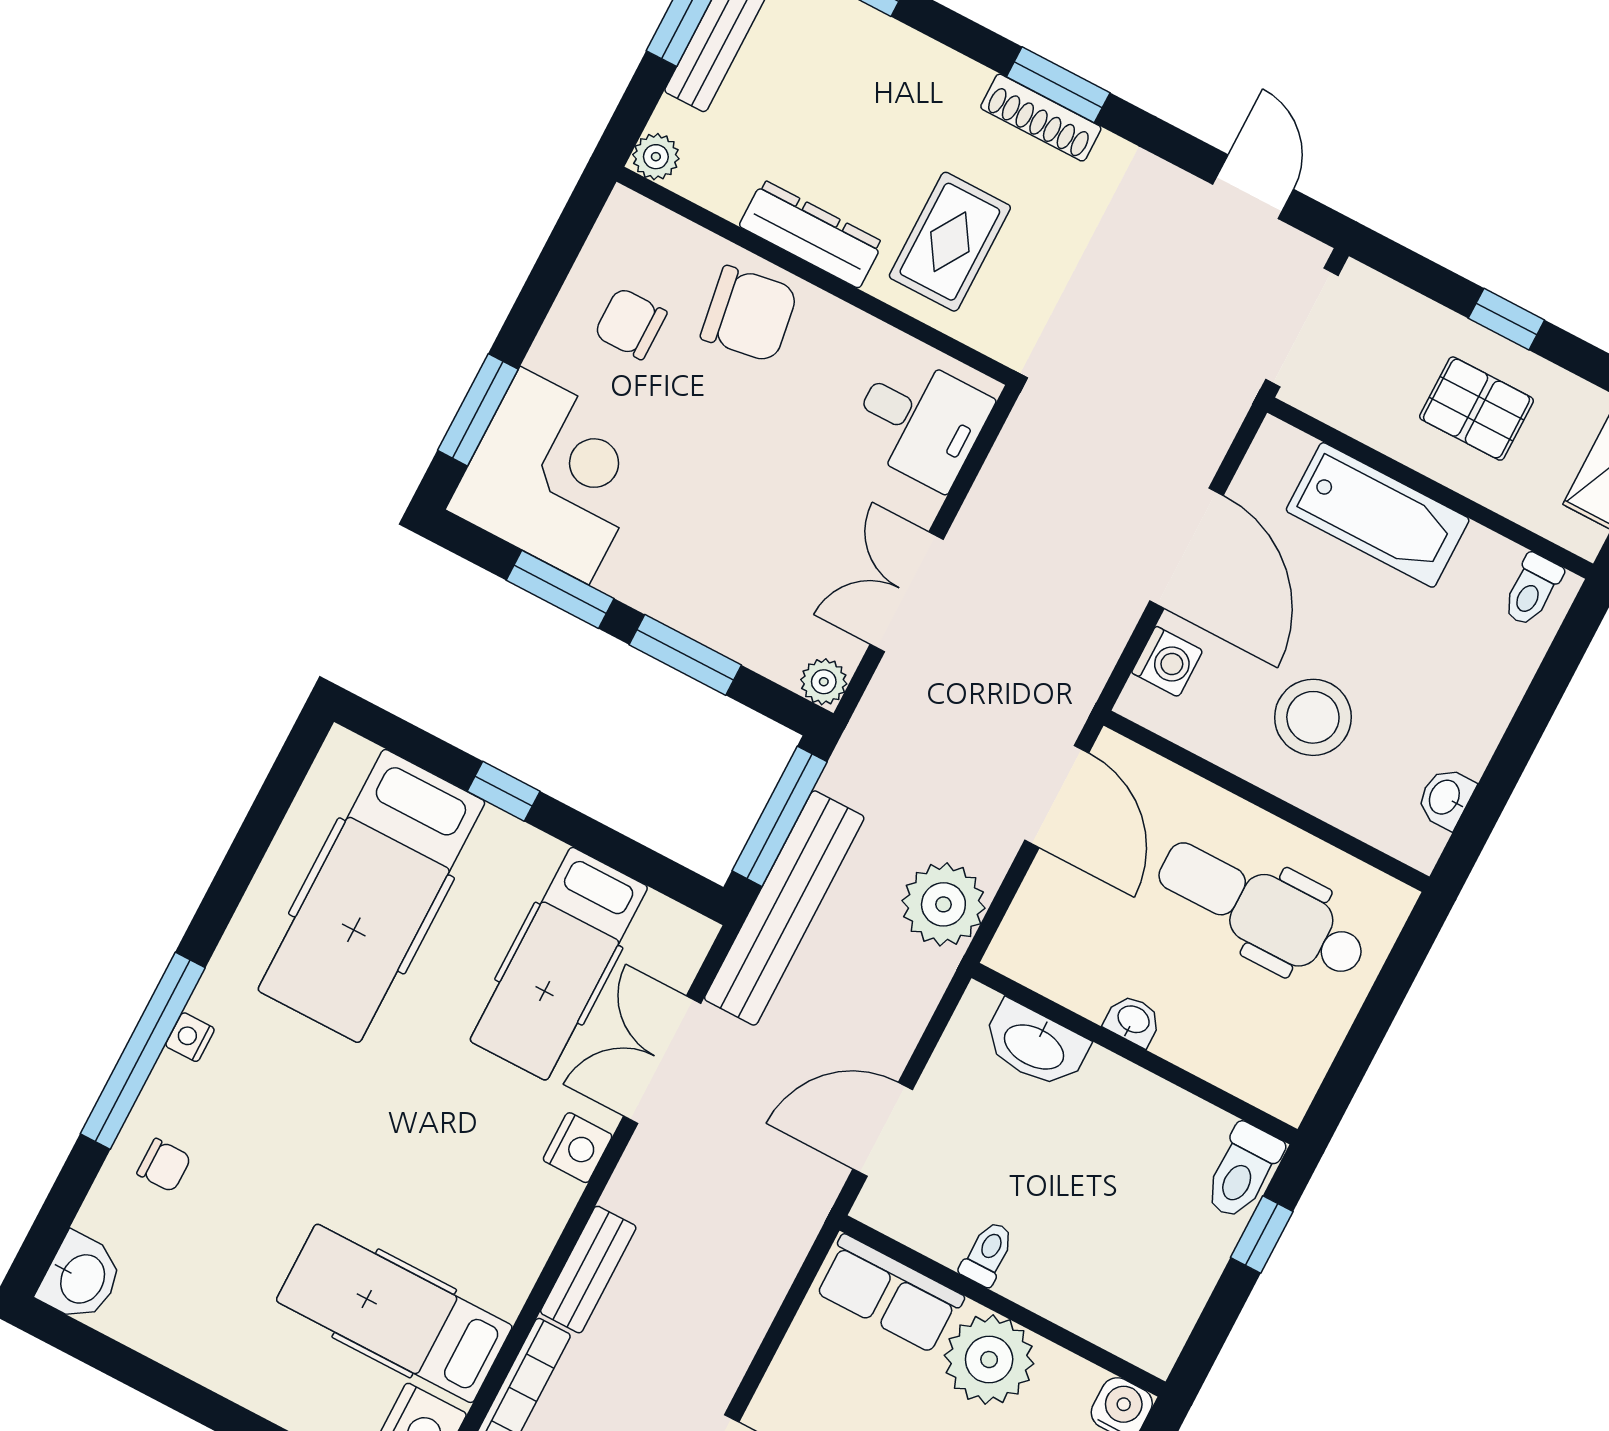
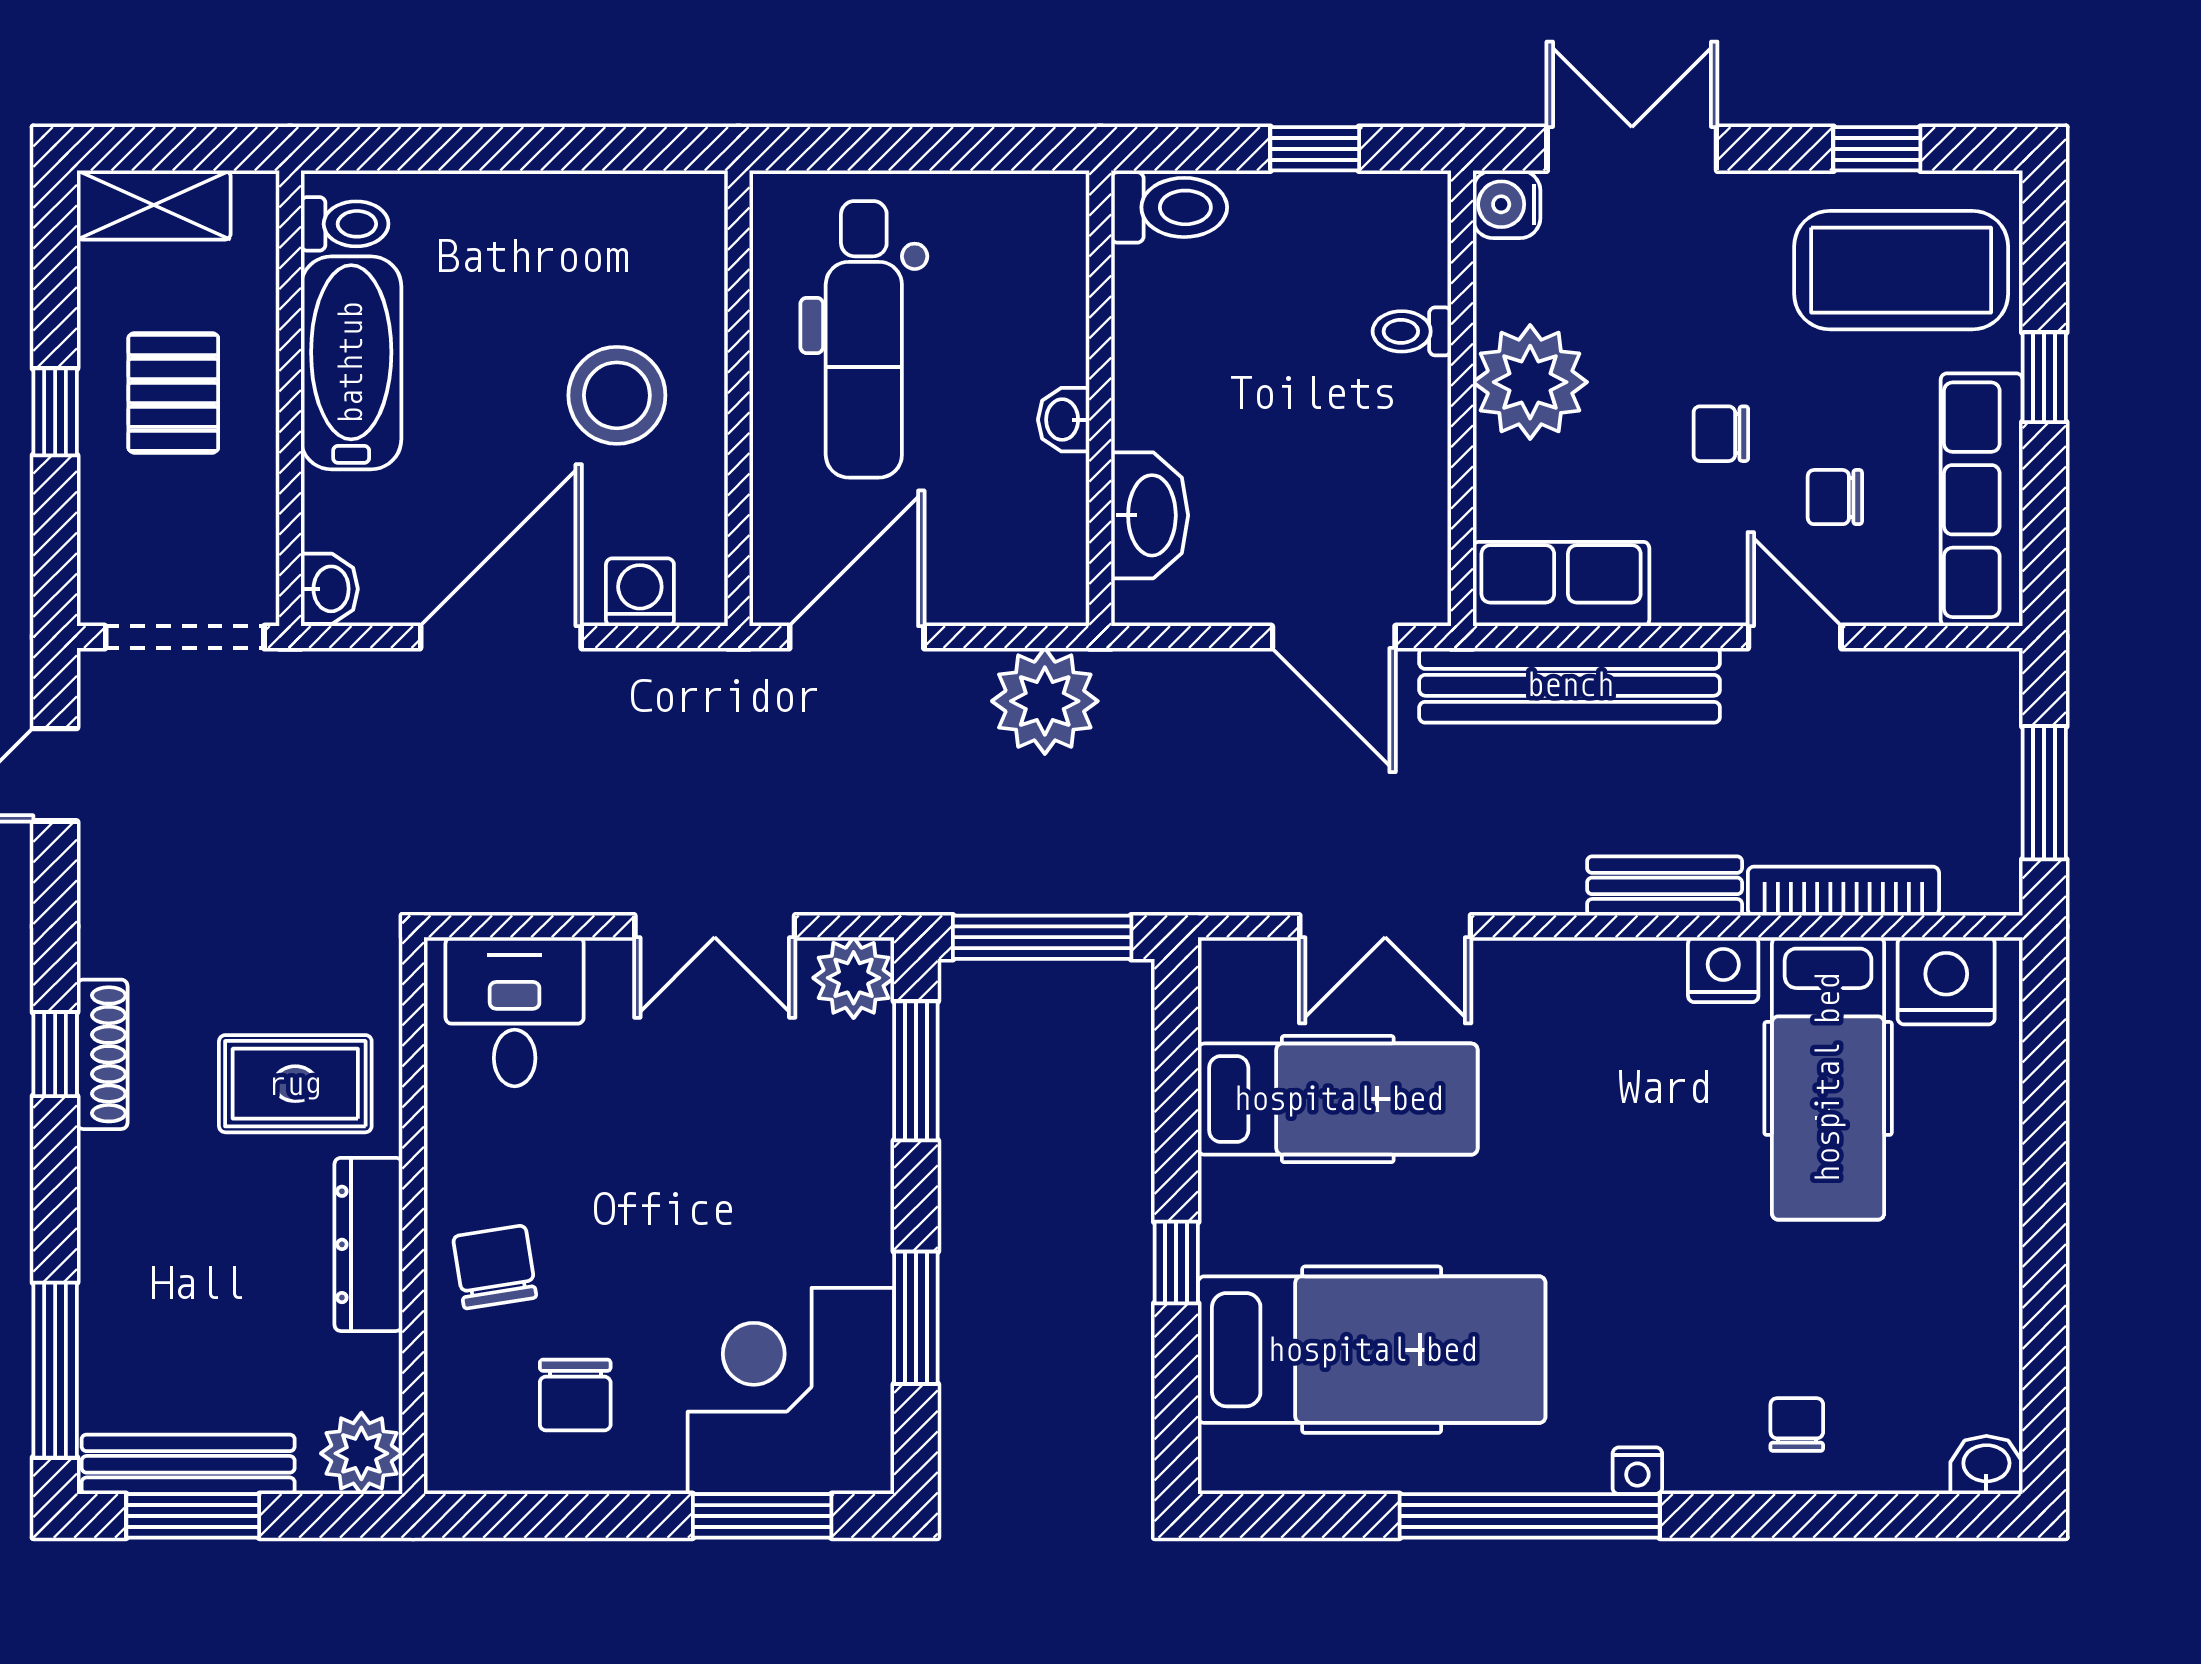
window: (1058, 85) -> (55, 1054), width x0.67
plant: (656, 157) -> (361, 1453), width x1.38, depth x1.38
chair: (749, 314) -> (495, 1267), width x0.73, depth x0.73
bathtub: (1378, 515) -> (351, 363), moved
window: (685, 655) -> (916, 1071), moved
plant: (824, 682) -> (854, 978), width x1.38, depth x1.38
washbasin: (1446, 798) -> (329, 589), moved, turned -90
bench: (784, 908) -> (1570, 685), moved
window: (143, 1051) -> (1530, 1516), moved
nightstand: (578, 1148) -> (1723, 970), moved
window: (1262, 1235) -> (1315, 149), moved
toilet: (987, 1254) -> (1412, 331), moved
washbasin: (81, 1278) -> (1986, 1465), width x0.72, depth x0.69
row of seats: (889, 1294) -> (1561, 584), moved, turned -90

